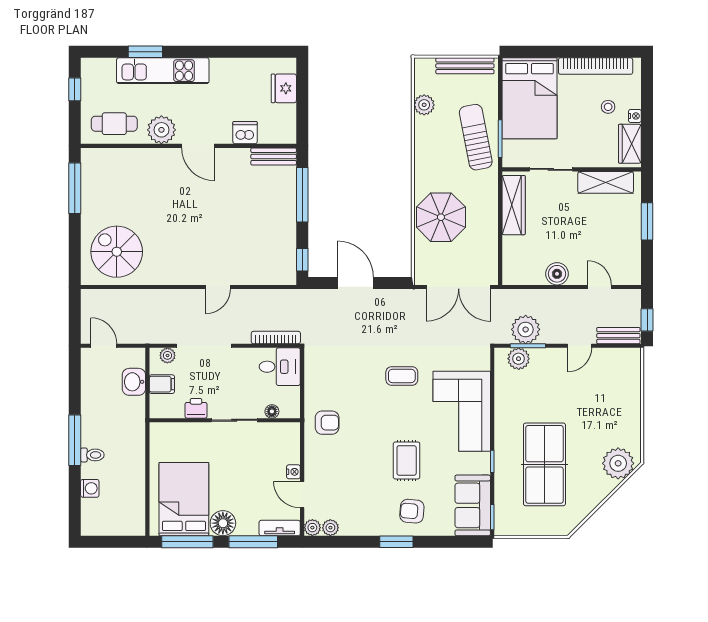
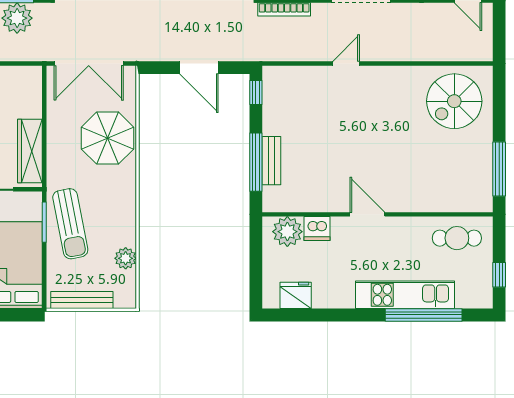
window: (145, 52) -> (424, 315), width x2.11
fridge: (284, 88) -> (296, 295), moved, turned -90
plant: (161, 130) -> (287, 232), moved
bench: (274, 156) -> (271, 161), moved, turned 90
spiral stairs: (117, 252) -> (454, 101), turned 90
double door: (459, 287) -> (89, 63), swing flipped

